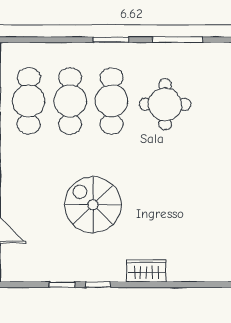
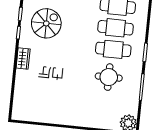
spiral stairs: (93, 205) -> (46, 23), moved

